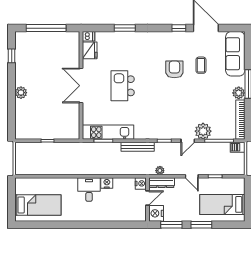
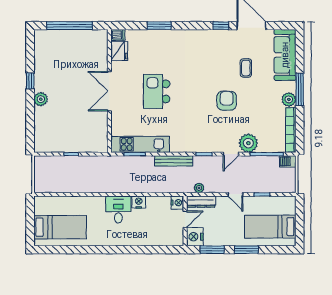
window: (12, 56) -> (30, 81), moved
armchair: (174, 69) -> (227, 101), moved

